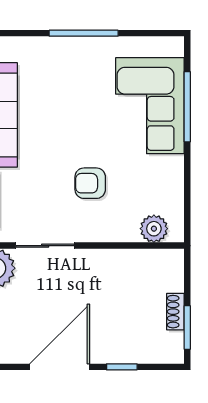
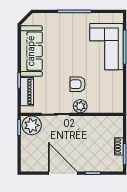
plant: (154, 229) -> (80, 106), moved
door: (60, 367) -> (63, 173), hinge flipped

